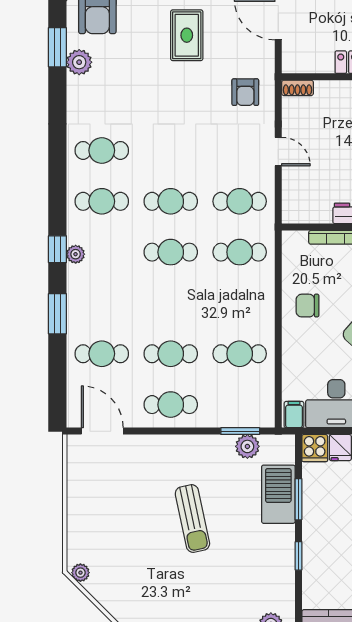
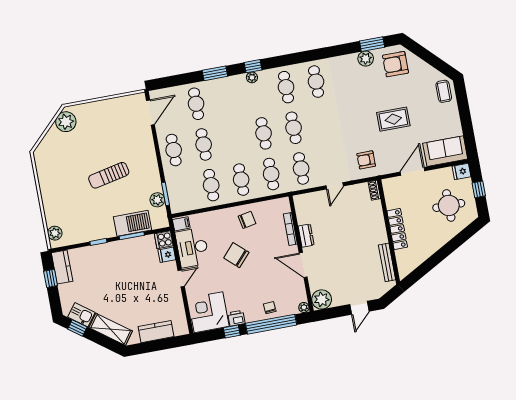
cafe table: (240, 303) -> (241, 180), added
chair: (307, 306) -> (247, 220), turned 79
plant: (80, 573) -> (66, 122), width x1.87, depth x1.87

